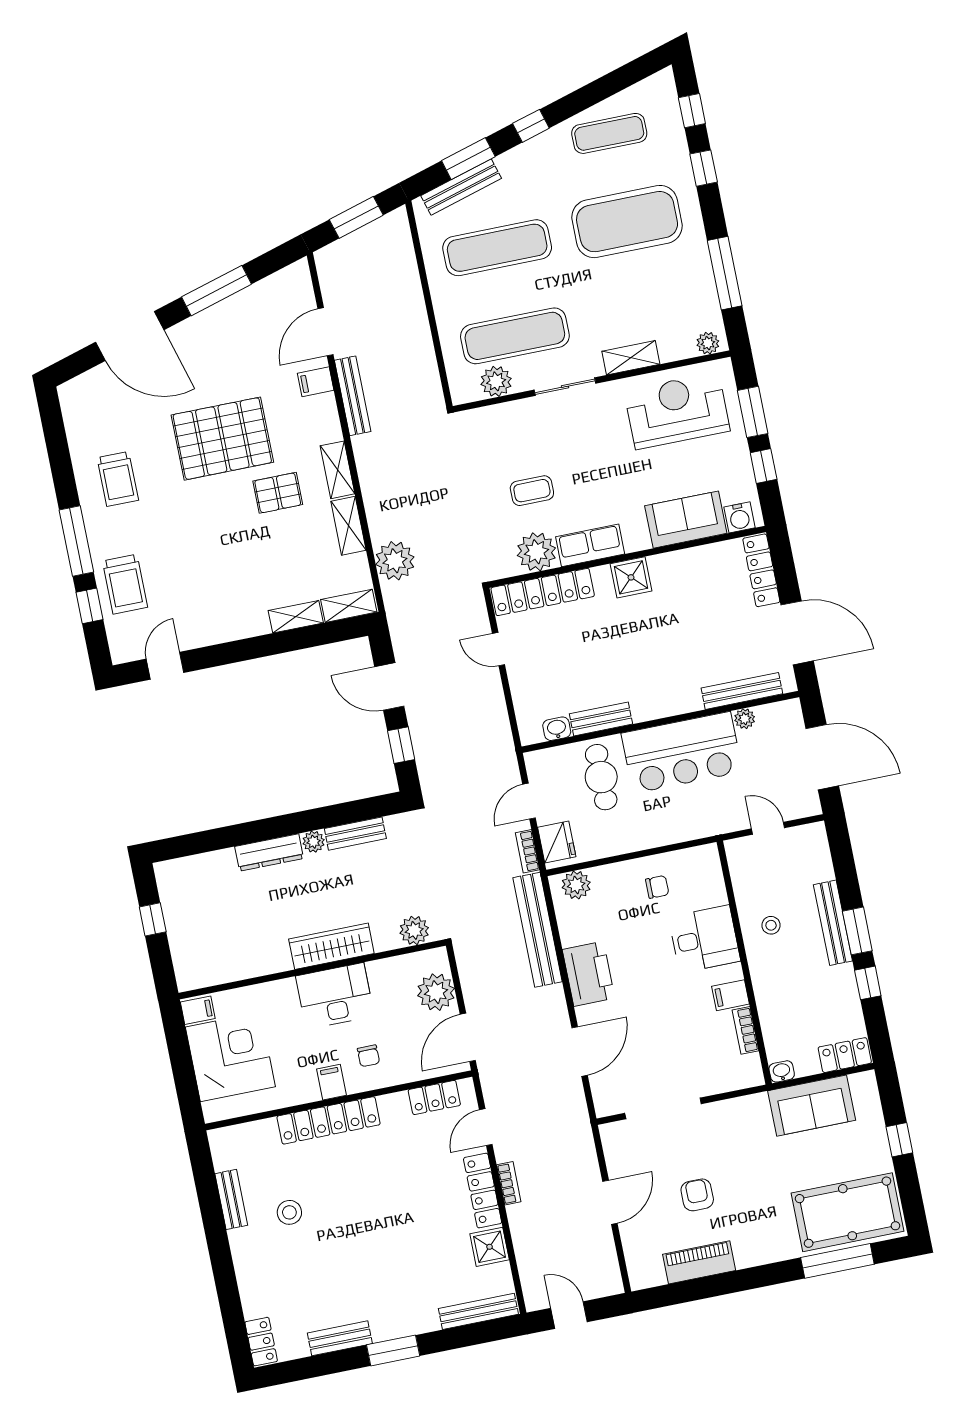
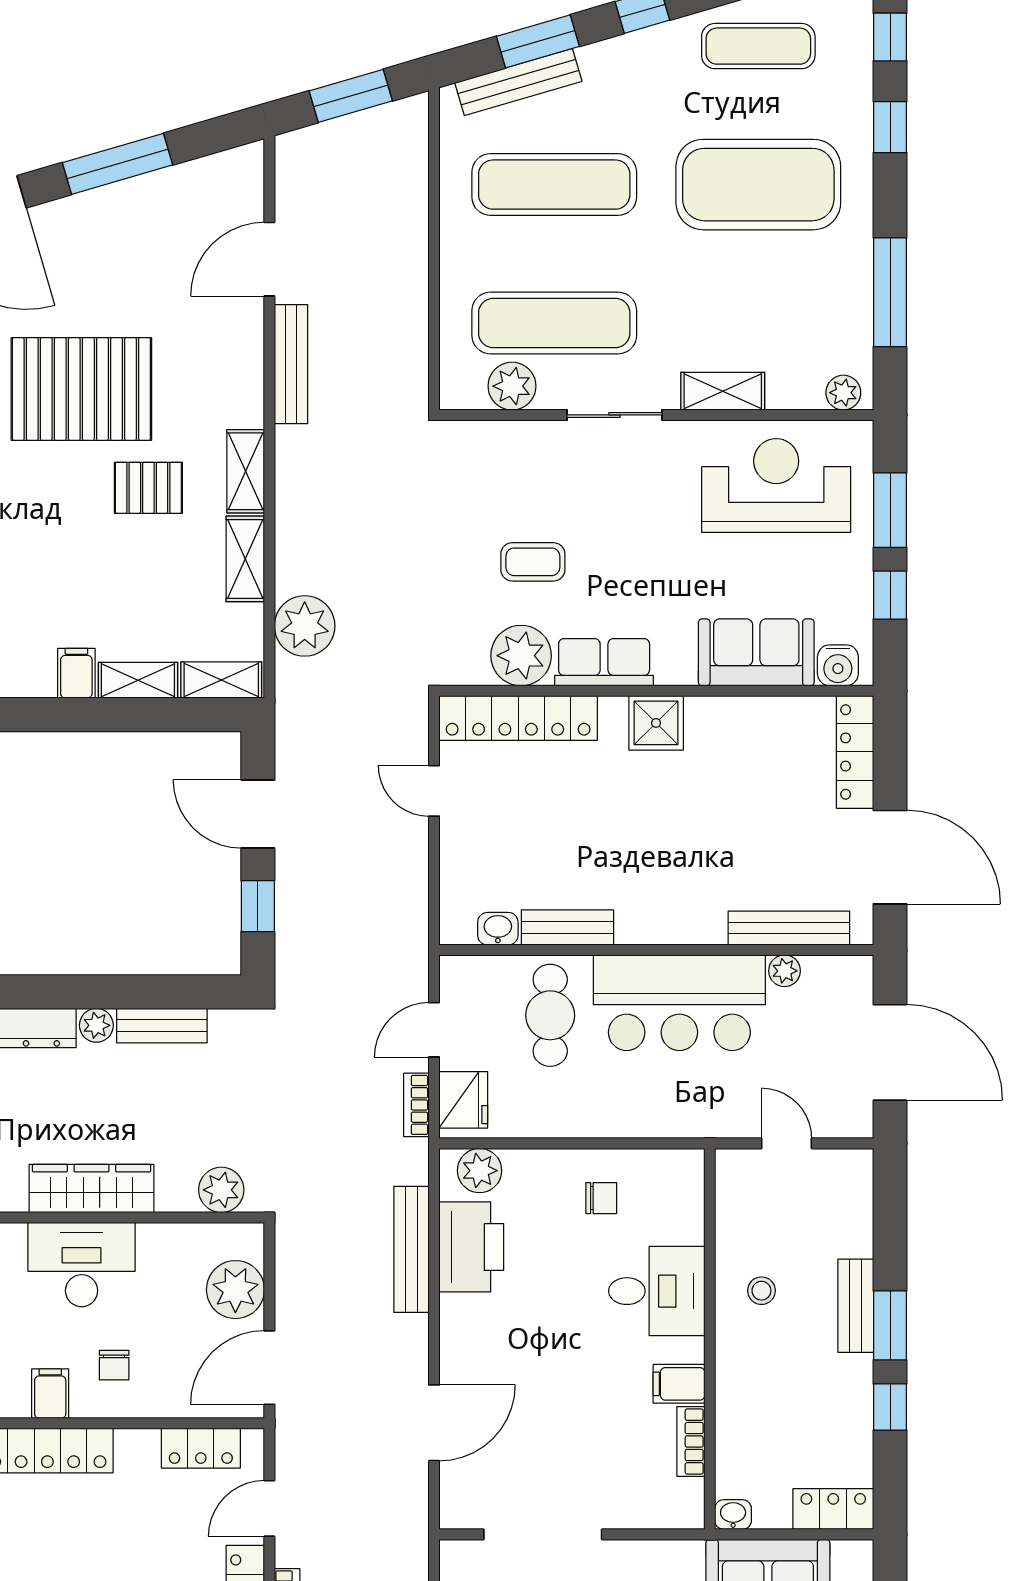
filing cabinet: (316, 382) -> (76, 673), moved, turned 90
bench: (833, 923) -> (856, 1306), width x0.73
bench: (538, 930) -> (411, 1249), width x0.73, depth x0.82
printer: (589, 974) -> (471, 1247), moved

